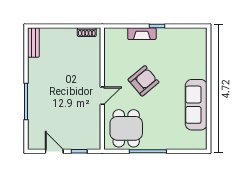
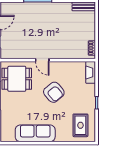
fireplace: (142, 34) -> (91, 72), moved
rug: (186, 47) -> (80, 125), added

